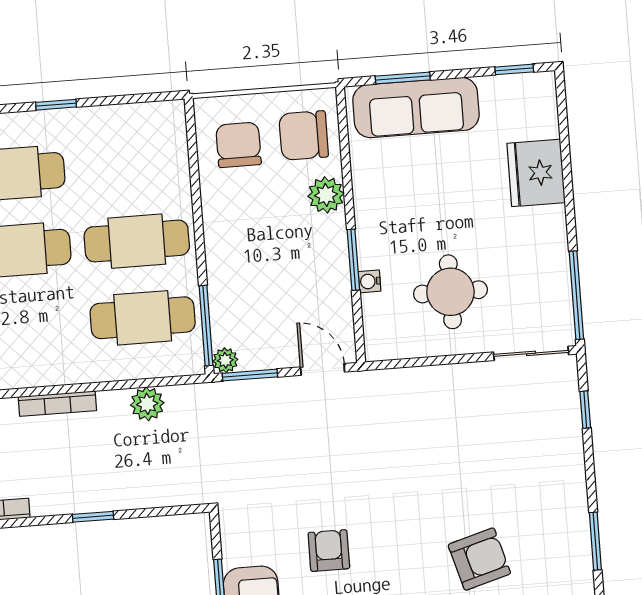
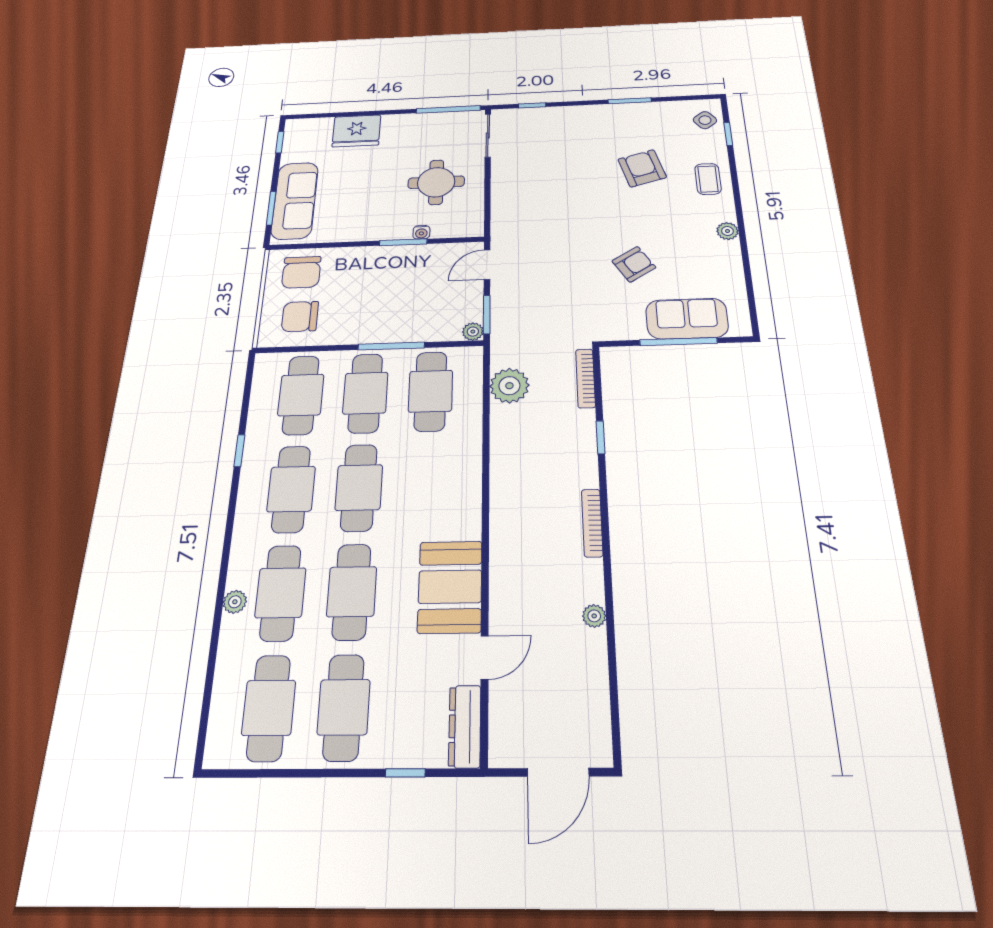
cafe table: (131, 164) -> (301, 395), added
plant: (326, 195) -> (350, 259), removed
window: (206, 326) -> (391, 346), moved
bookcase: (57, 404) -> (585, 378), moved, turned 180
plant: (147, 404) -> (509, 386), width x1.36, depth x1.36
armchair: (329, 551) -> (634, 264), turned 148

